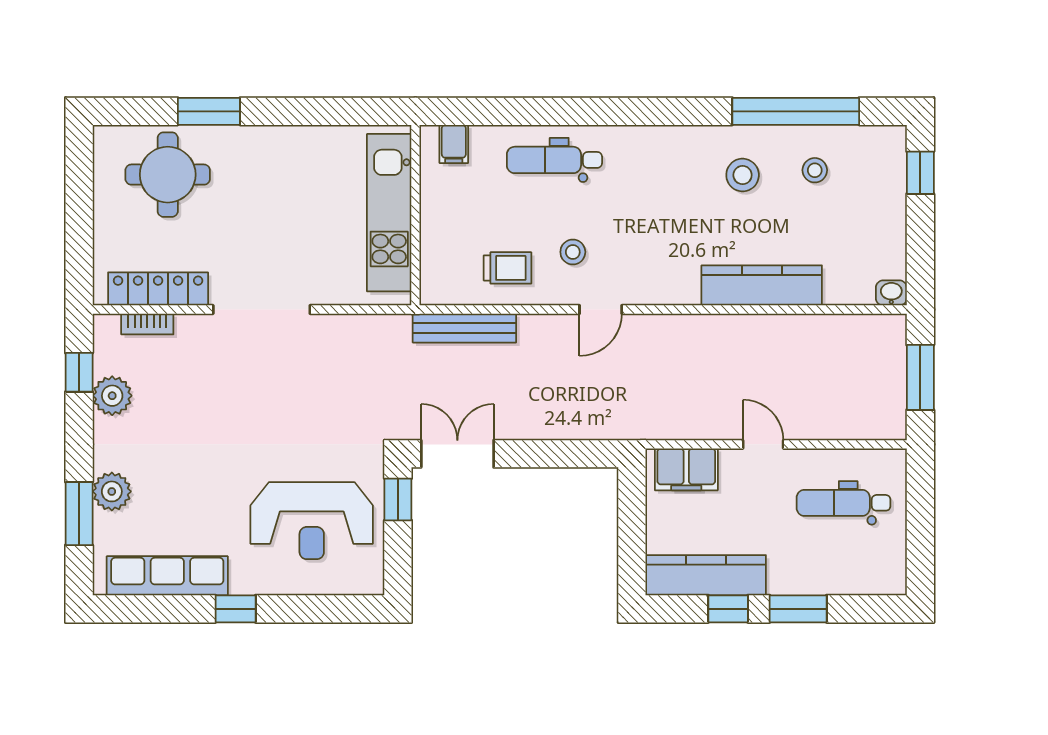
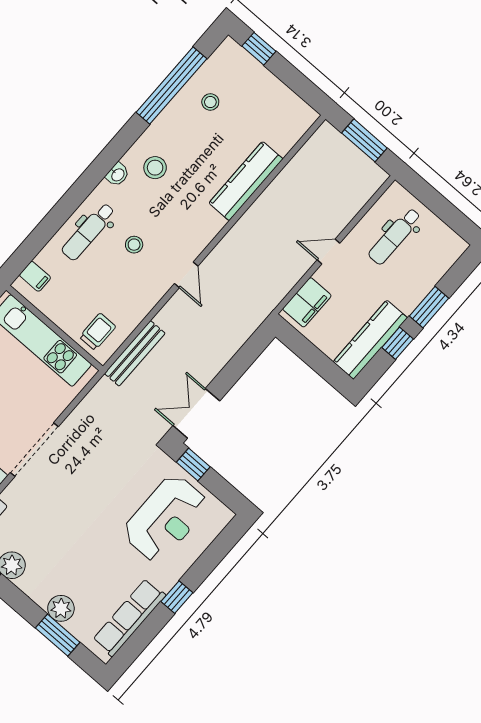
stool: (743, 175) -> (155, 168), moved
stool: (573, 252) -> (134, 245), moved
trolley: (508, 268) -> (98, 332), moved
washbasin: (891, 293) -> (118, 175), moved, turned 180

